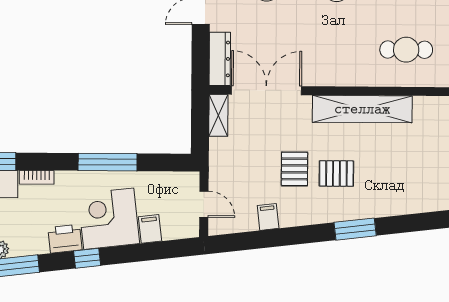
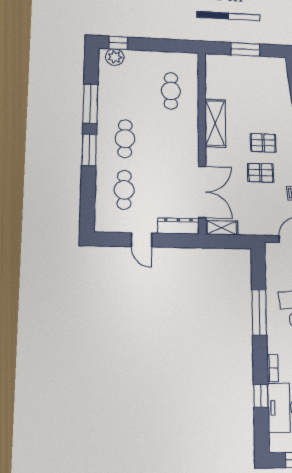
double door: (266, 90) -> (202, 192), swing flipped
shelving: (362, 109) -> (215, 123), width x0.68
pallet: (336, 173) -> (263, 143), turned 90

